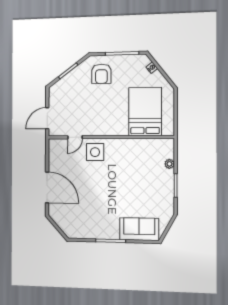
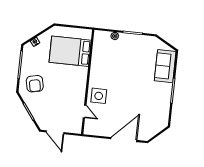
armchair: (101, 74) -> (35, 84), turned 79
door: (47, 118) -> (55, 132), moved

